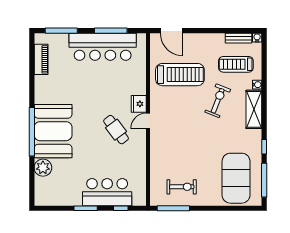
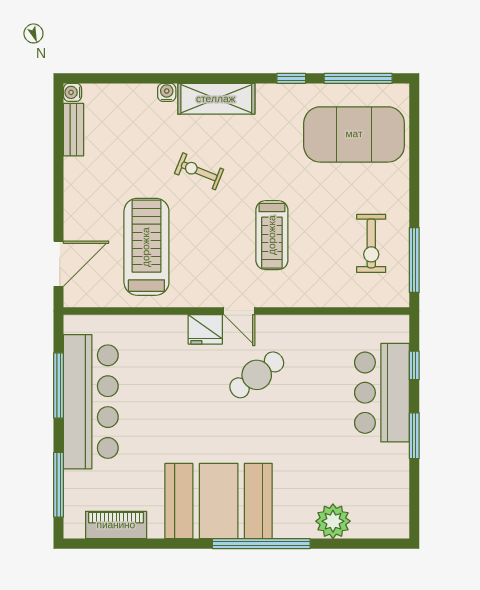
treadmill: (236, 64) -> (272, 235), moved
exercise bike: (218, 101) -> (199, 171), width x0.73, depth x0.72
booth: (53, 131) -> (219, 501), moved
exercise bike: (182, 187) -> (371, 243), turned 180

